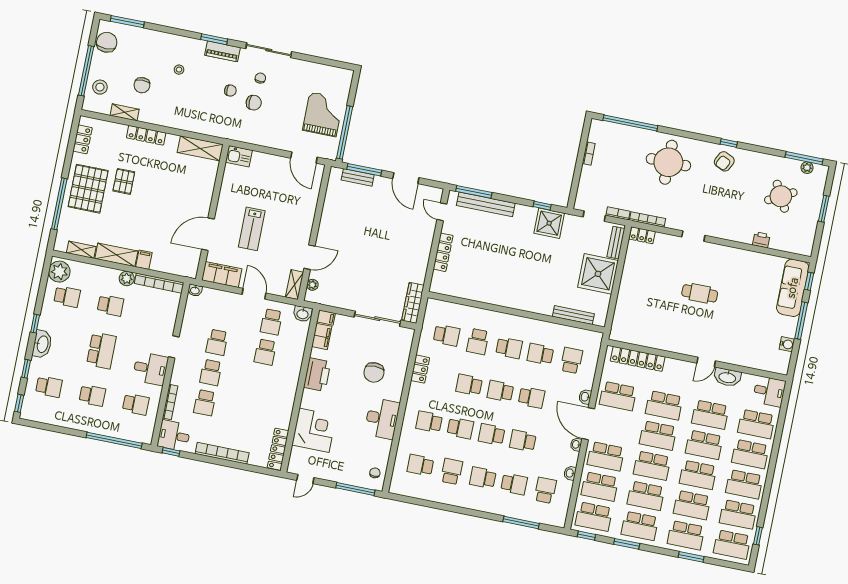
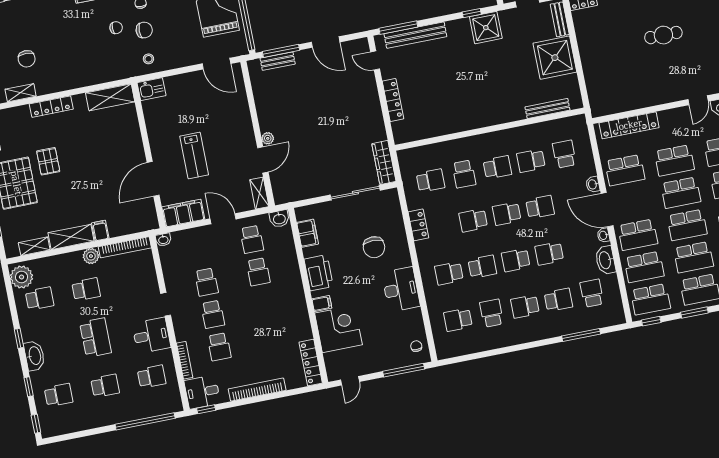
stool: (179, 70) -> (148, 59), moved
plant: (312, 285) -> (268, 138), moved
filing cabinet: (326, 317) -> (322, 304), moved
washbasin: (570, 473) -> (605, 260), width x1.91, depth x1.45

